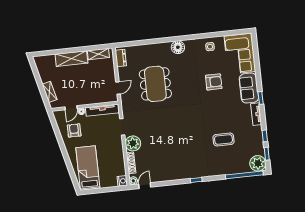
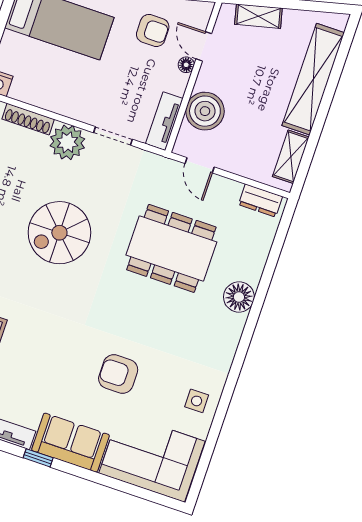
floor lamp: (178, 47) -> (239, 297), moved
shelving: (71, 59) -> (313, 79), width x1.47
armchair: (214, 82) -> (118, 374), turned 90
boiler: (96, 96) -> (205, 111), added
tv unit: (102, 110) -> (164, 121), width x0.71
spiral stairs: (169, 130) -> (59, 233), added

